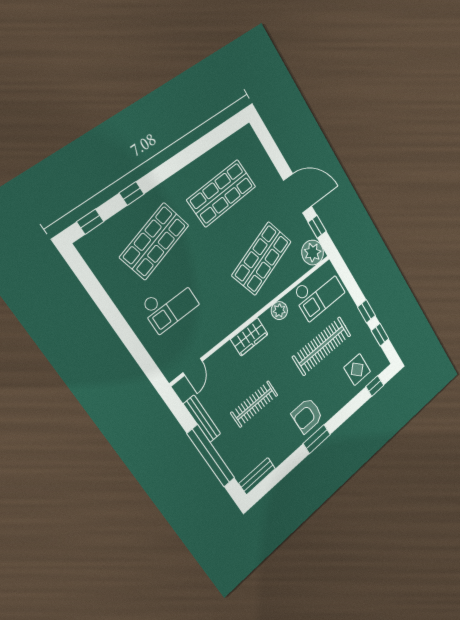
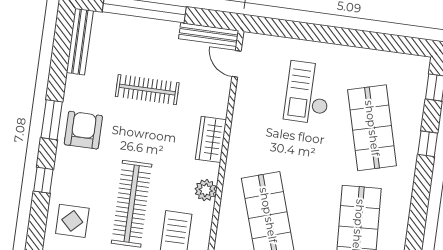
window: (375, 386) -> (43, 180), moved
clothes rail: (254, 404) -> (147, 90), turned 90
bench: (202, 419) -> (209, 35), moved
bench: (257, 476) -> (80, 42), width x1.36

